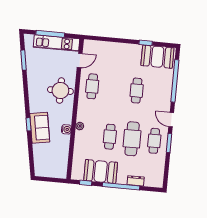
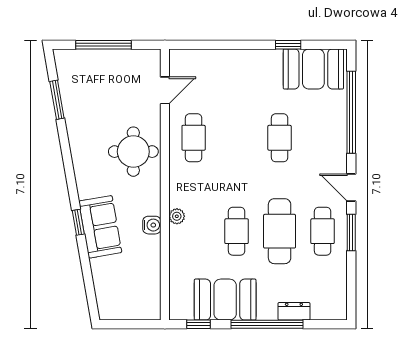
kitchen unit: (56, 43) -> (117, 61), removed

